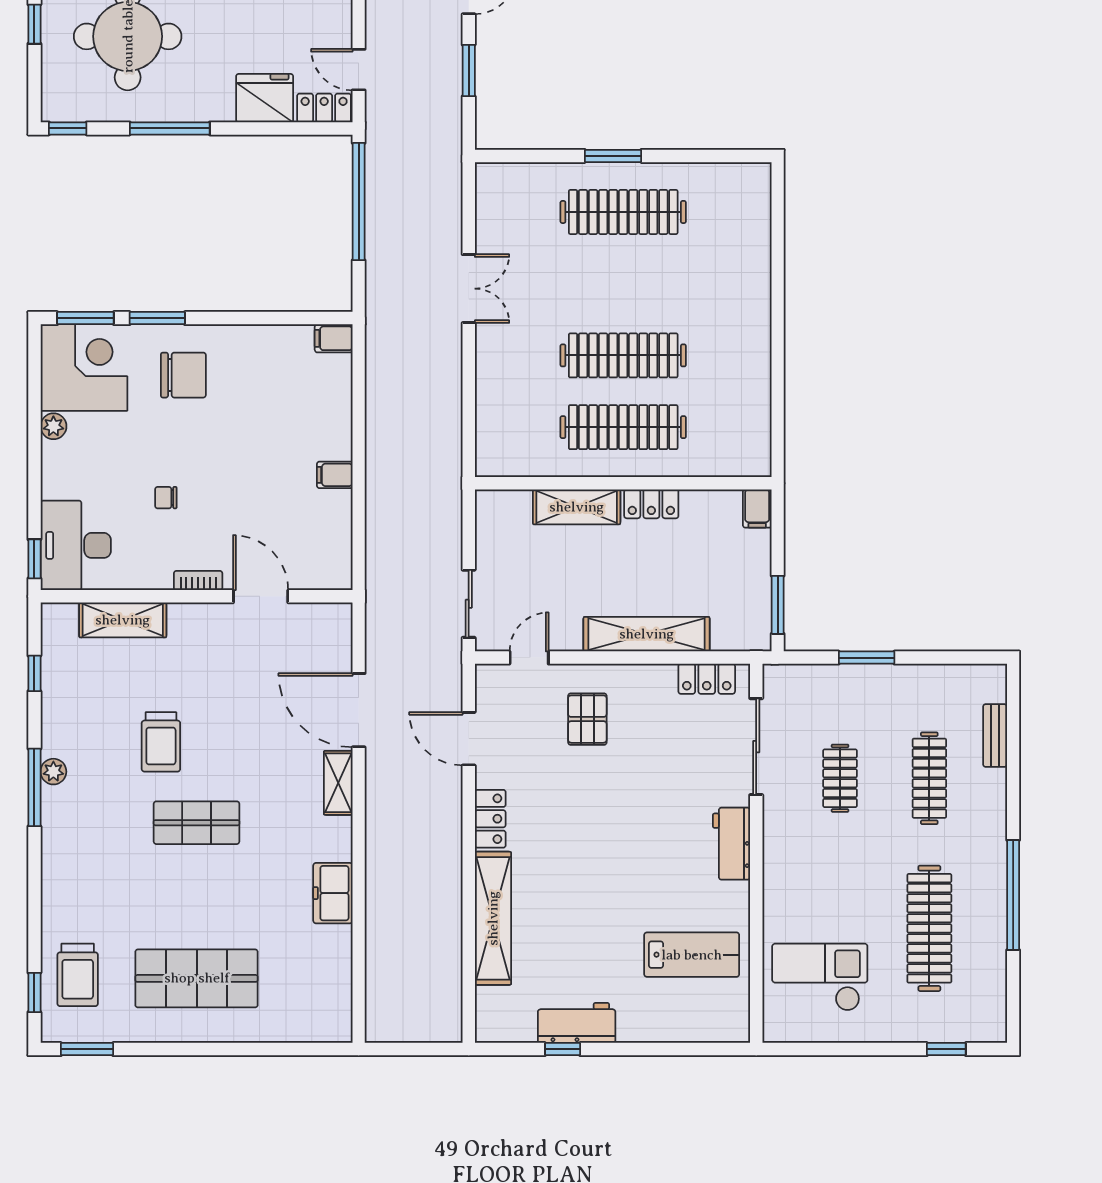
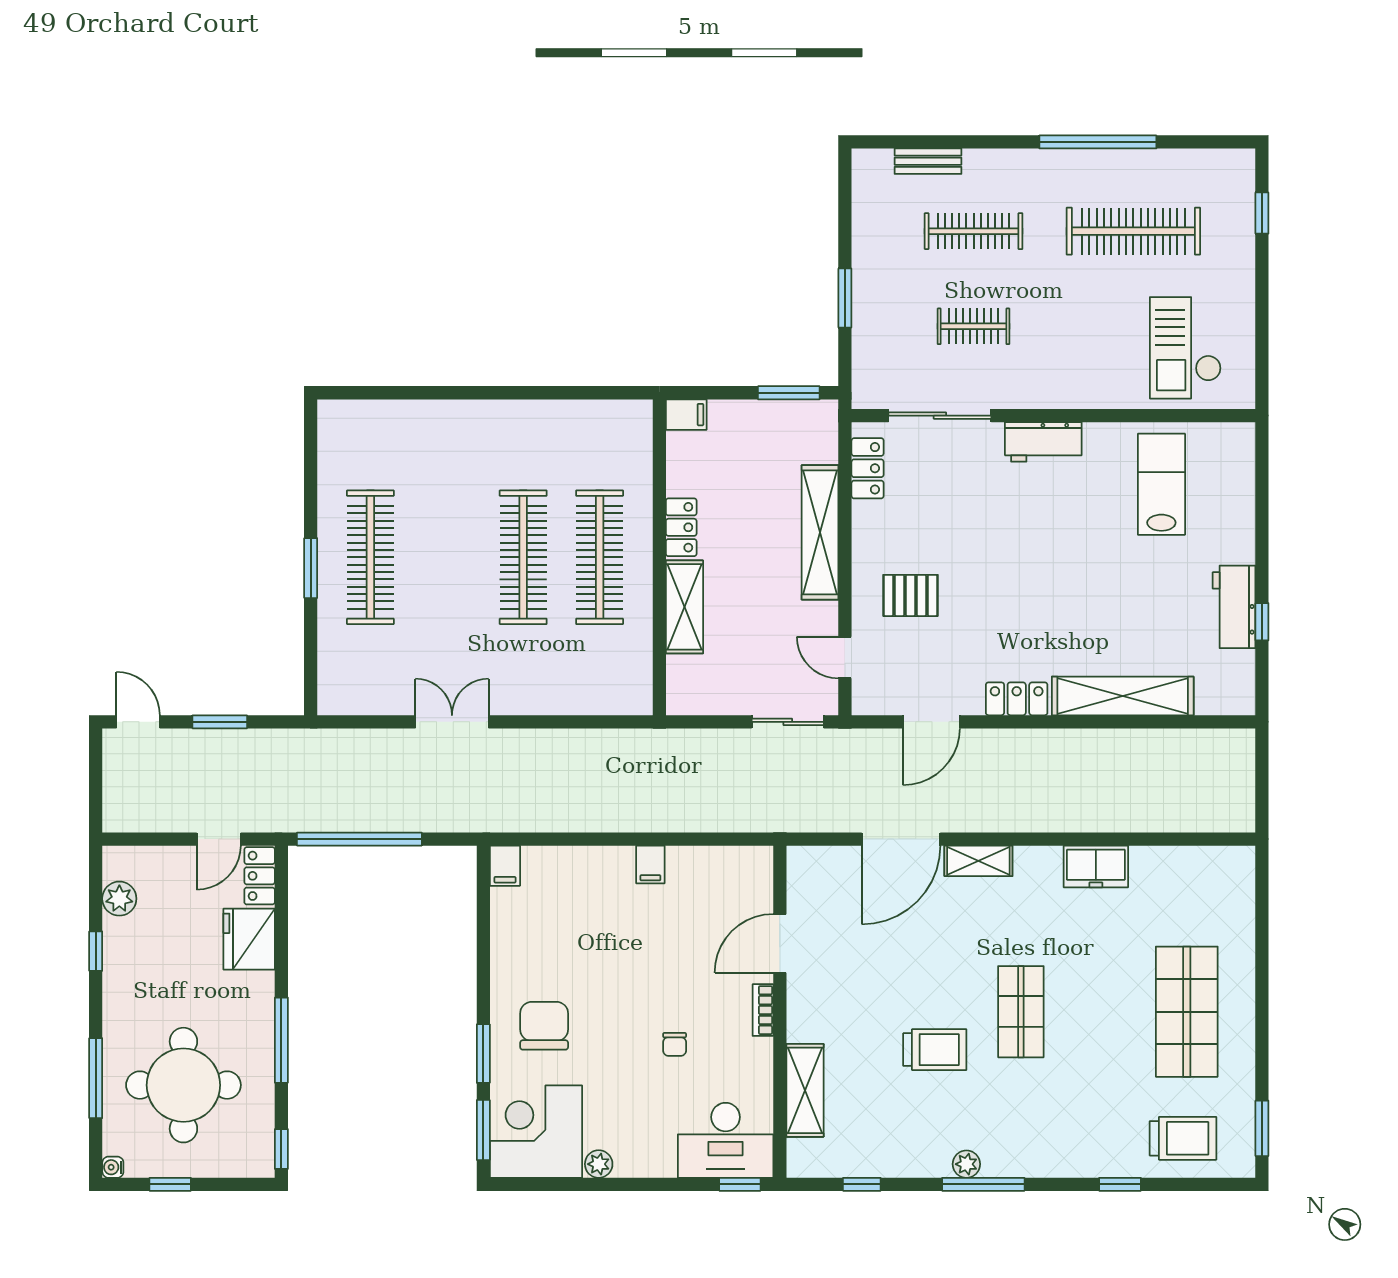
window: (34, 992) -> (1120, 1184), moved

